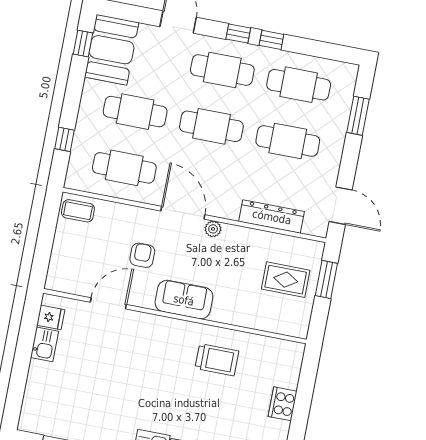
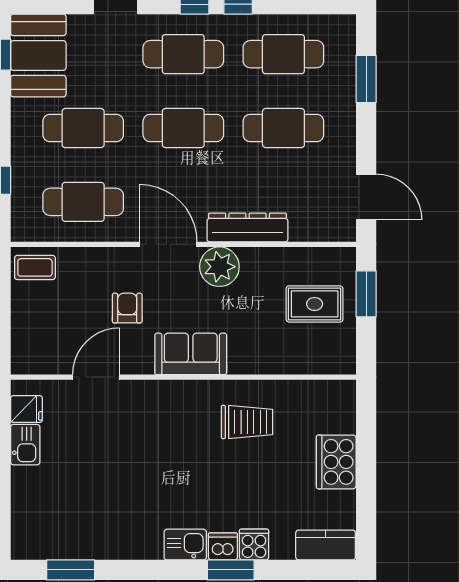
dresser: (272, 217) -> (247, 228), moved
plant: (213, 229) -> (219, 267), width x1.88, depth x1.88
cooker: (283, 404) -> (336, 462), width x1.37, depth x1.31

